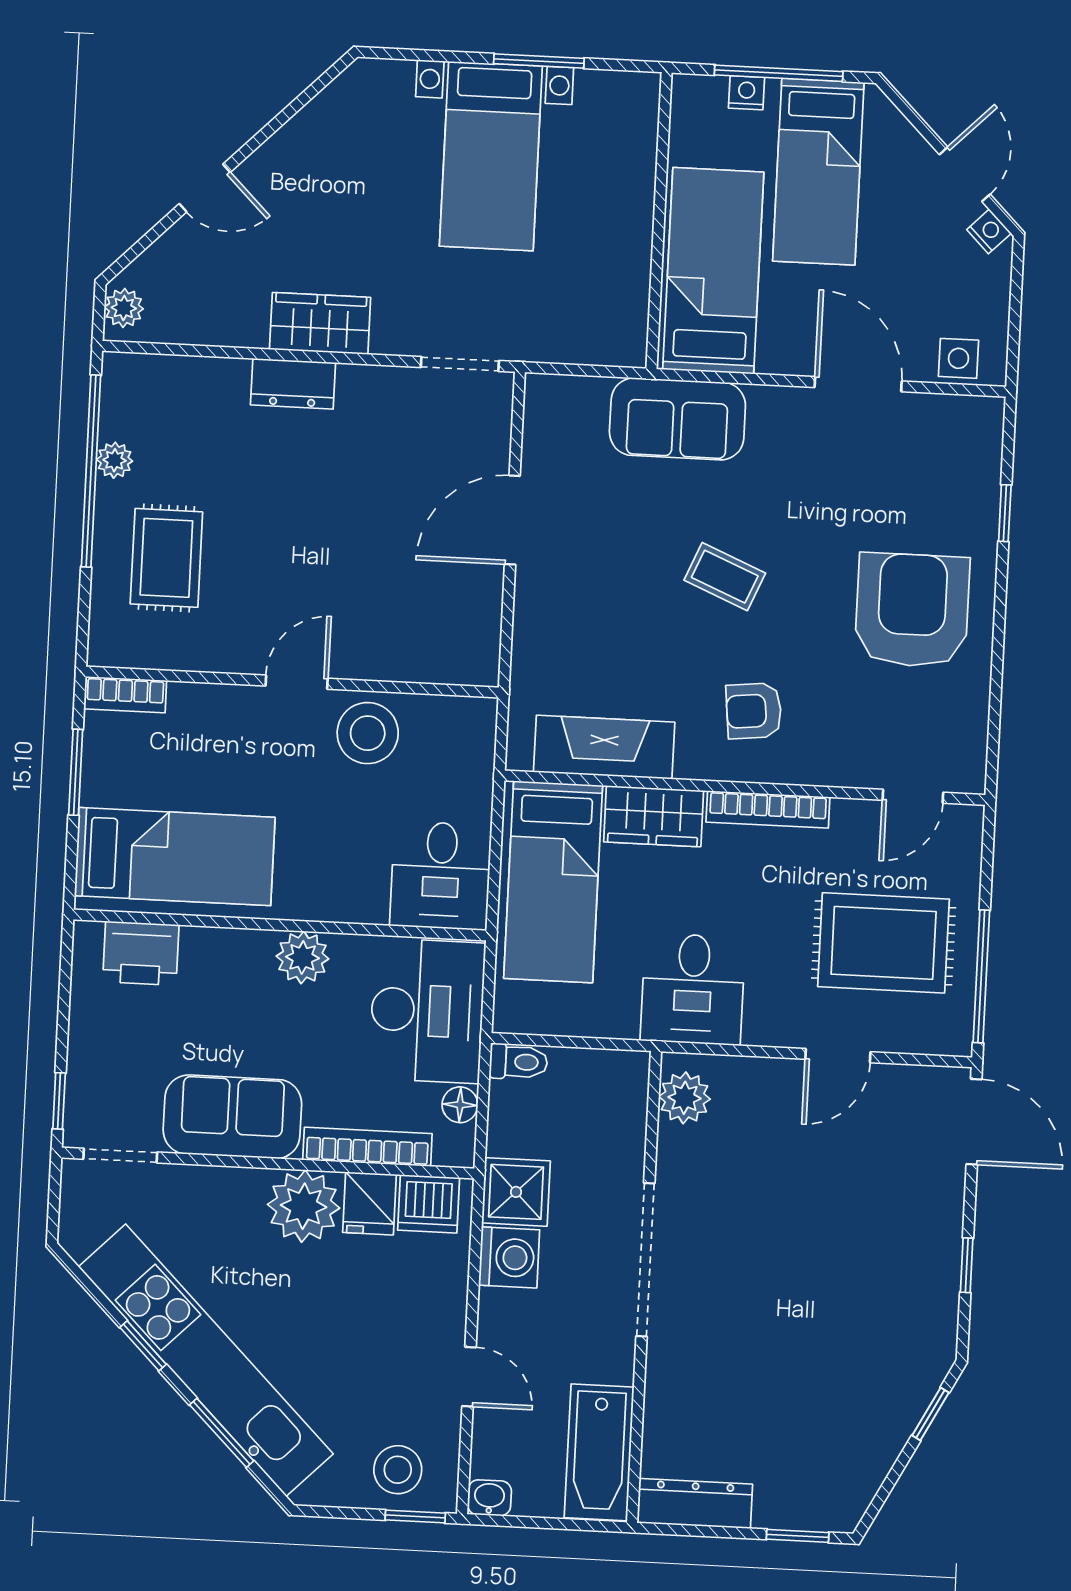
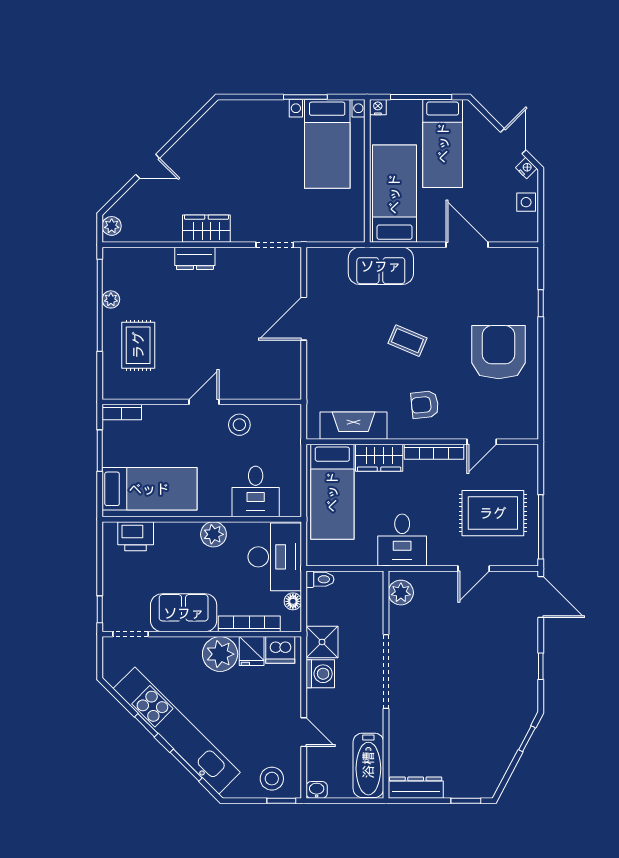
nightstand: (747, 93) -> (378, 107), moved
bed with nightstands: (491, 156) -> (327, 144), moved
side table: (959, 358) -> (526, 202), moved
stool: (368, 733) -> (239, 425), width x0.73, depth x0.73
door: (913, 796) -> (482, 442), moved
desk: (441, 876) -> (256, 491), moved

